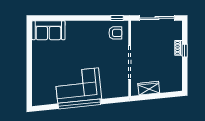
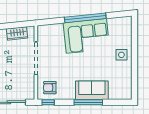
window: (76, 18) -> (88, 102), added
sofa: (48, 30) -> (92, 90), moved
side table: (42, 66) -> (121, 55), added

